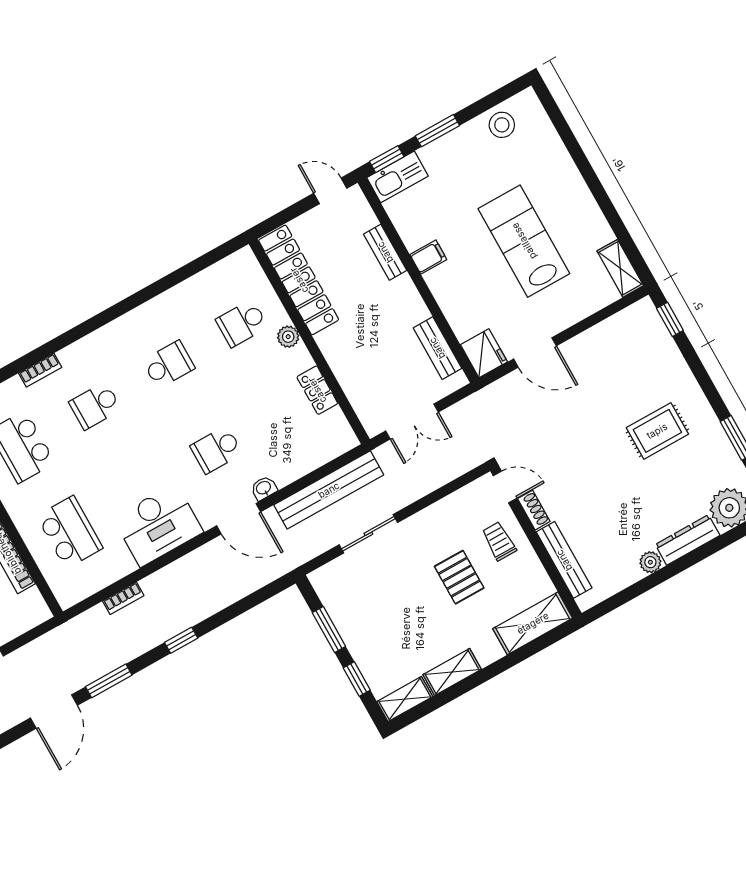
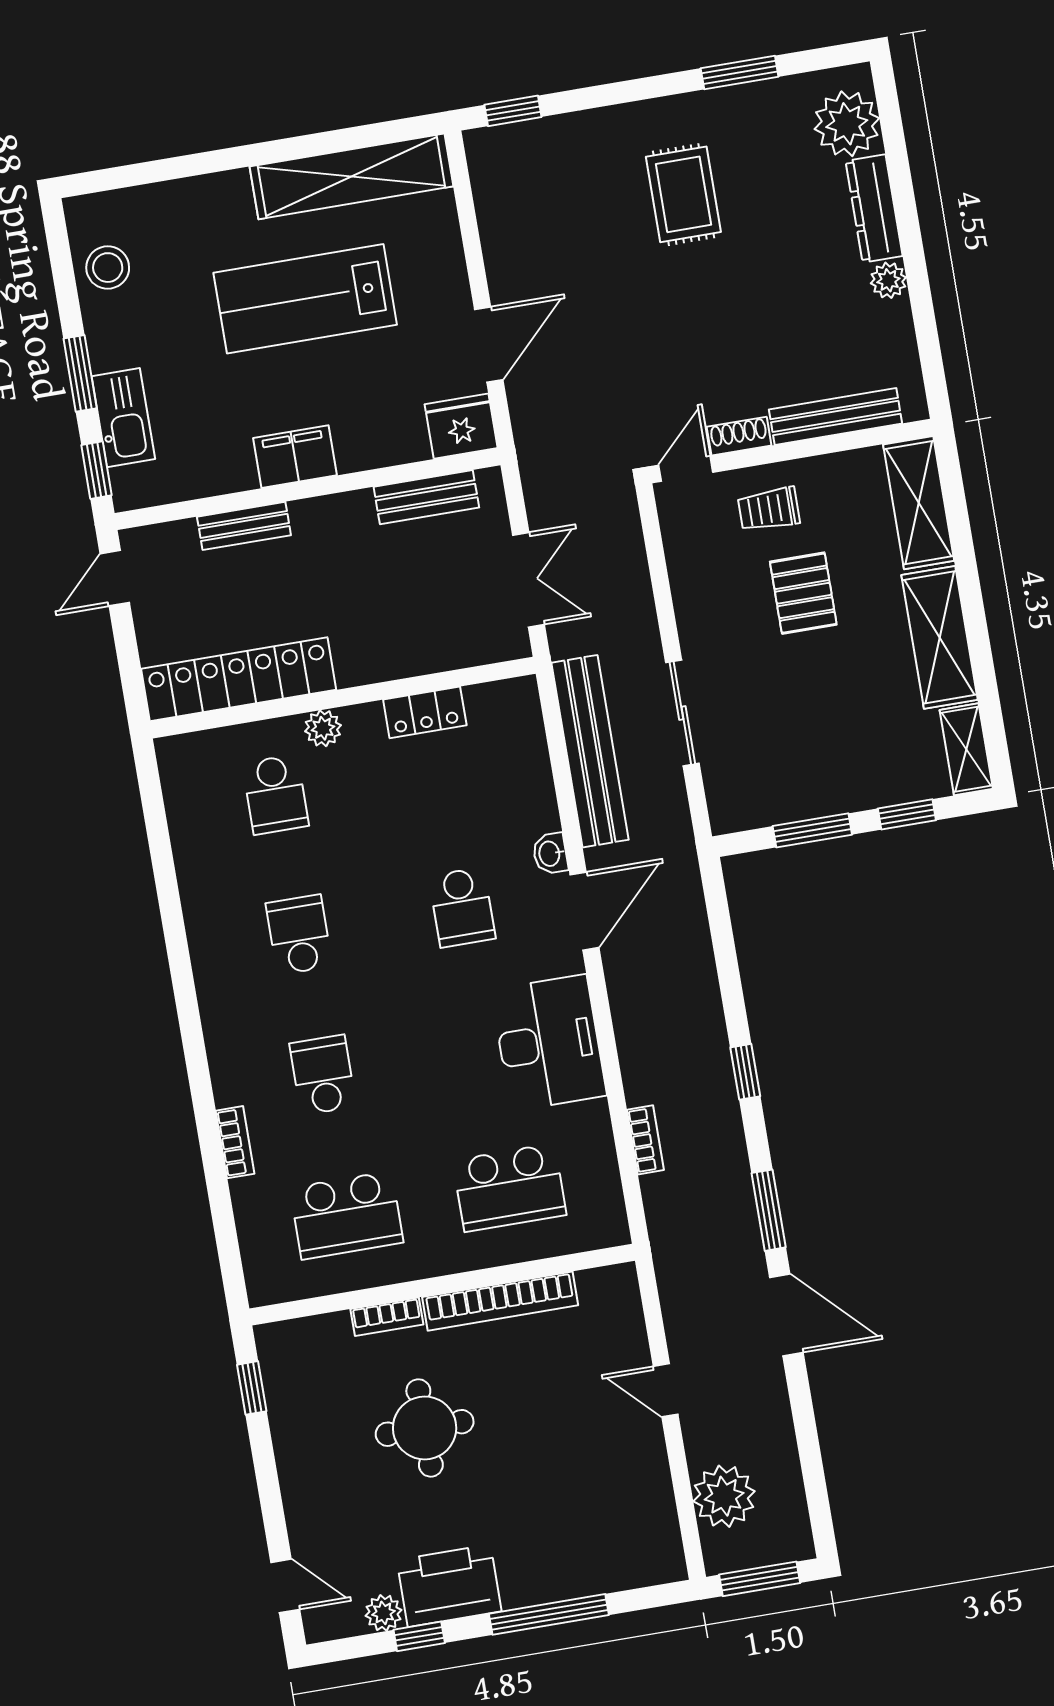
kitchen sink: (398, 177) -> (123, 418), moved
filing cabinet: (428, 257) -> (295, 457), width x2.00
shelving: (620, 268) -> (351, 176), width x2.20, depth x1.33
school desk: (95, 406) -> (323, 1075), turned 180
school desk: (70, 532) -> (510, 1188), turned 180
pallet: (459, 577) -> (803, 593), turned 90
shelving: (452, 672) -> (940, 637), width x1.50, depth x1.33

